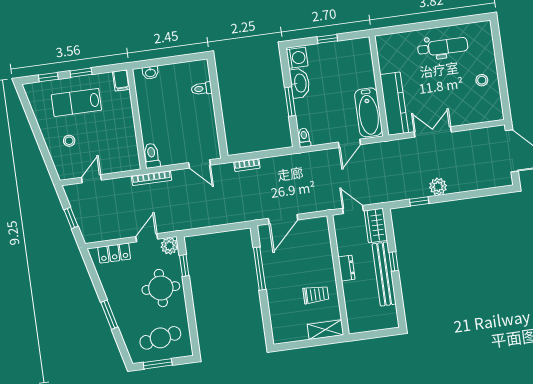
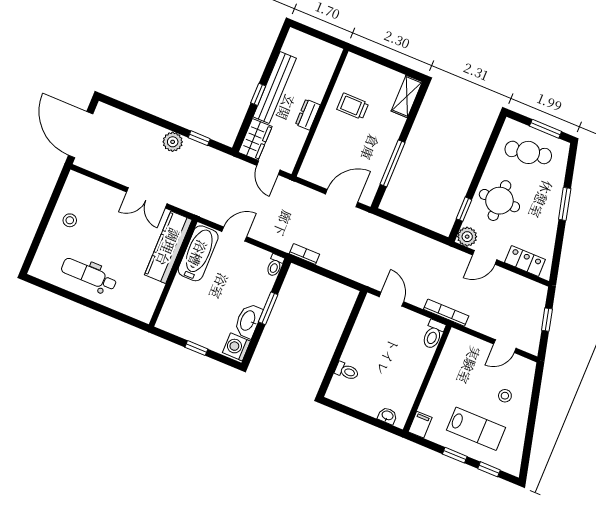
bookcase: (247, 165) -> (304, 254), moved
shelving: (325, 330) -> (407, 96), moved, turned 90

